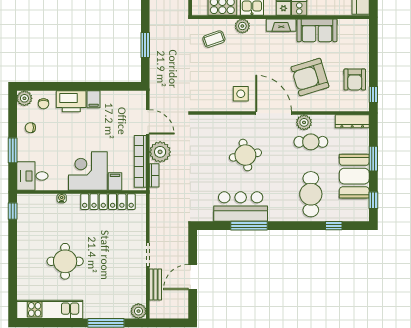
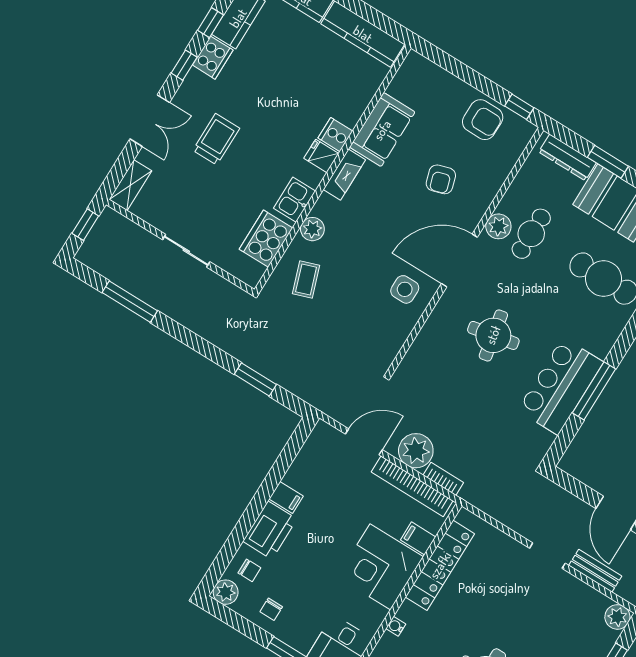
armchair: (310, 77) -> (441, 179), width x0.53, depth x0.53
dresser: (352, 121) -> (567, 157), moved, turned 90

